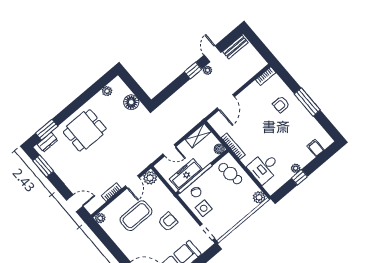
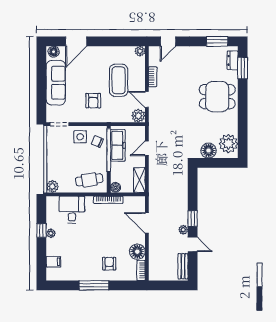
plant: (107, 91) -> (228, 144), width x1.87, depth x1.87
floor lamp: (254, 91) -> (137, 252), added
dining table: (85, 130) -> (217, 97), turned 90

